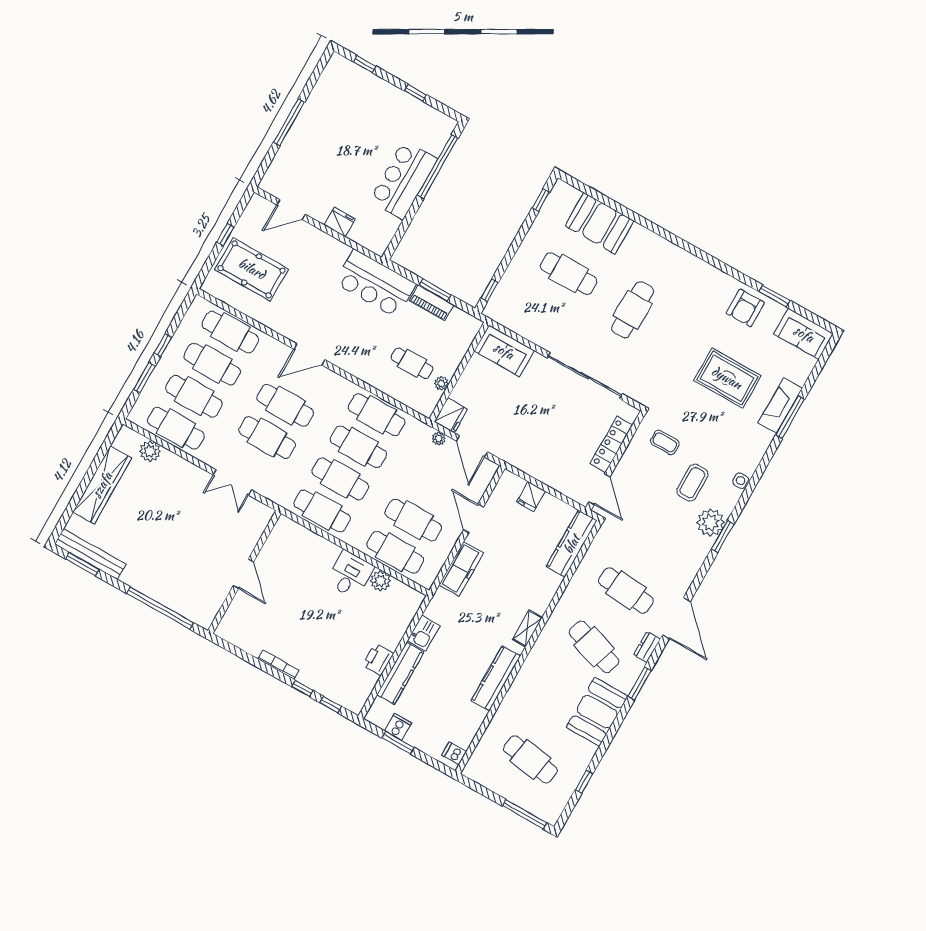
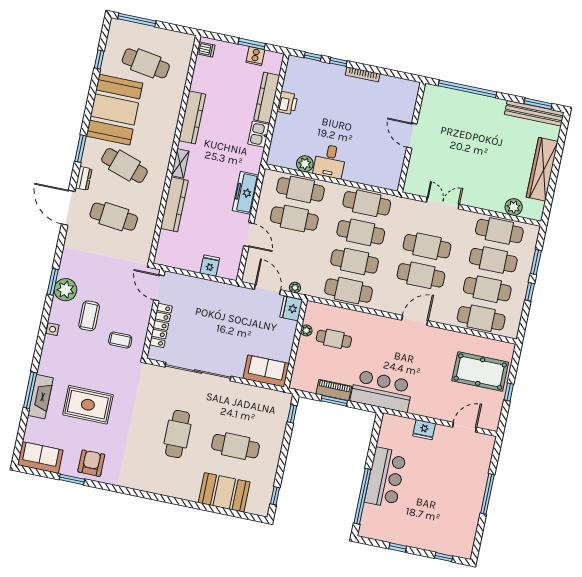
kitchen counter: (572, 544) -> (174, 204), moved
booth: (597, 712) -> (114, 110), width x1.36, depth x1.42

